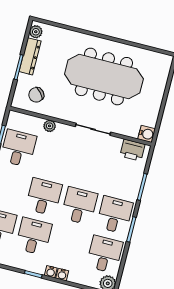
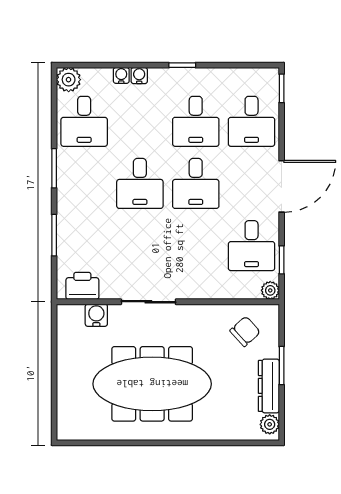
plant: (50, 126) -> (270, 290), moved
water cooler: (147, 134) -> (96, 315), moved, turned 90
desk: (115, 215) -> (84, 183), removed
water cooler: (51, 272) -> (121, 75), moved

